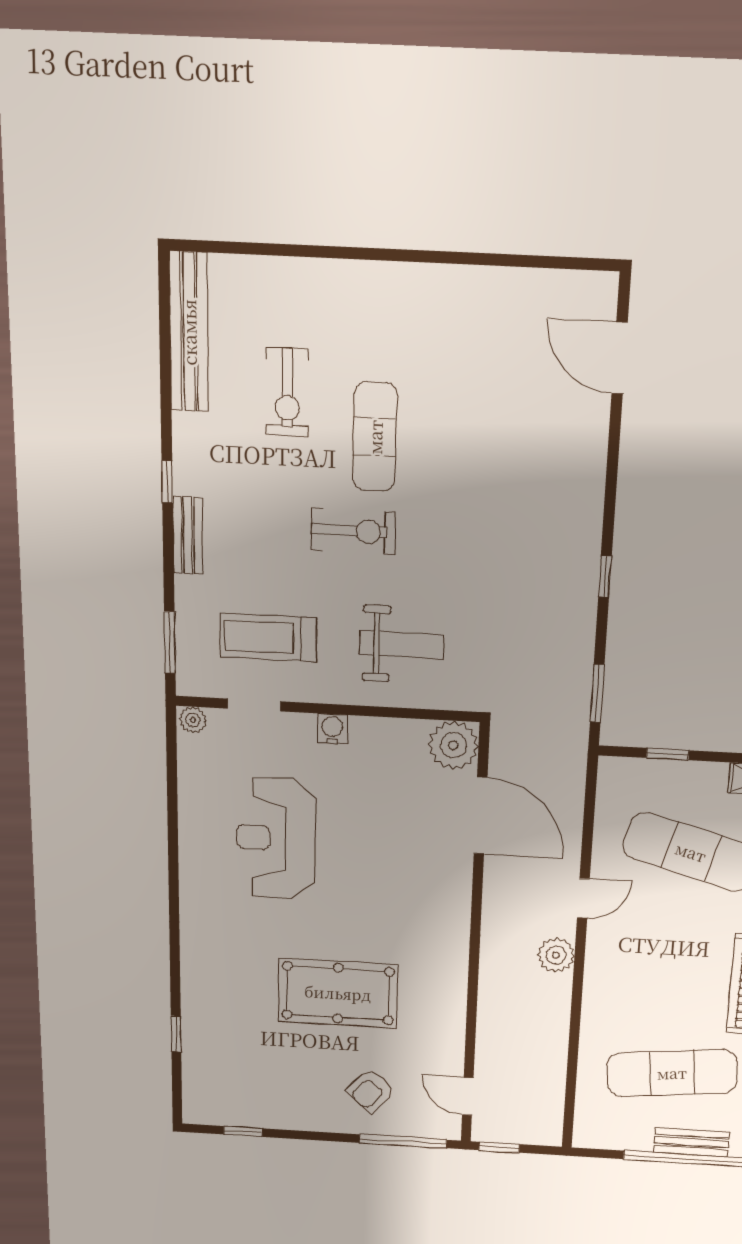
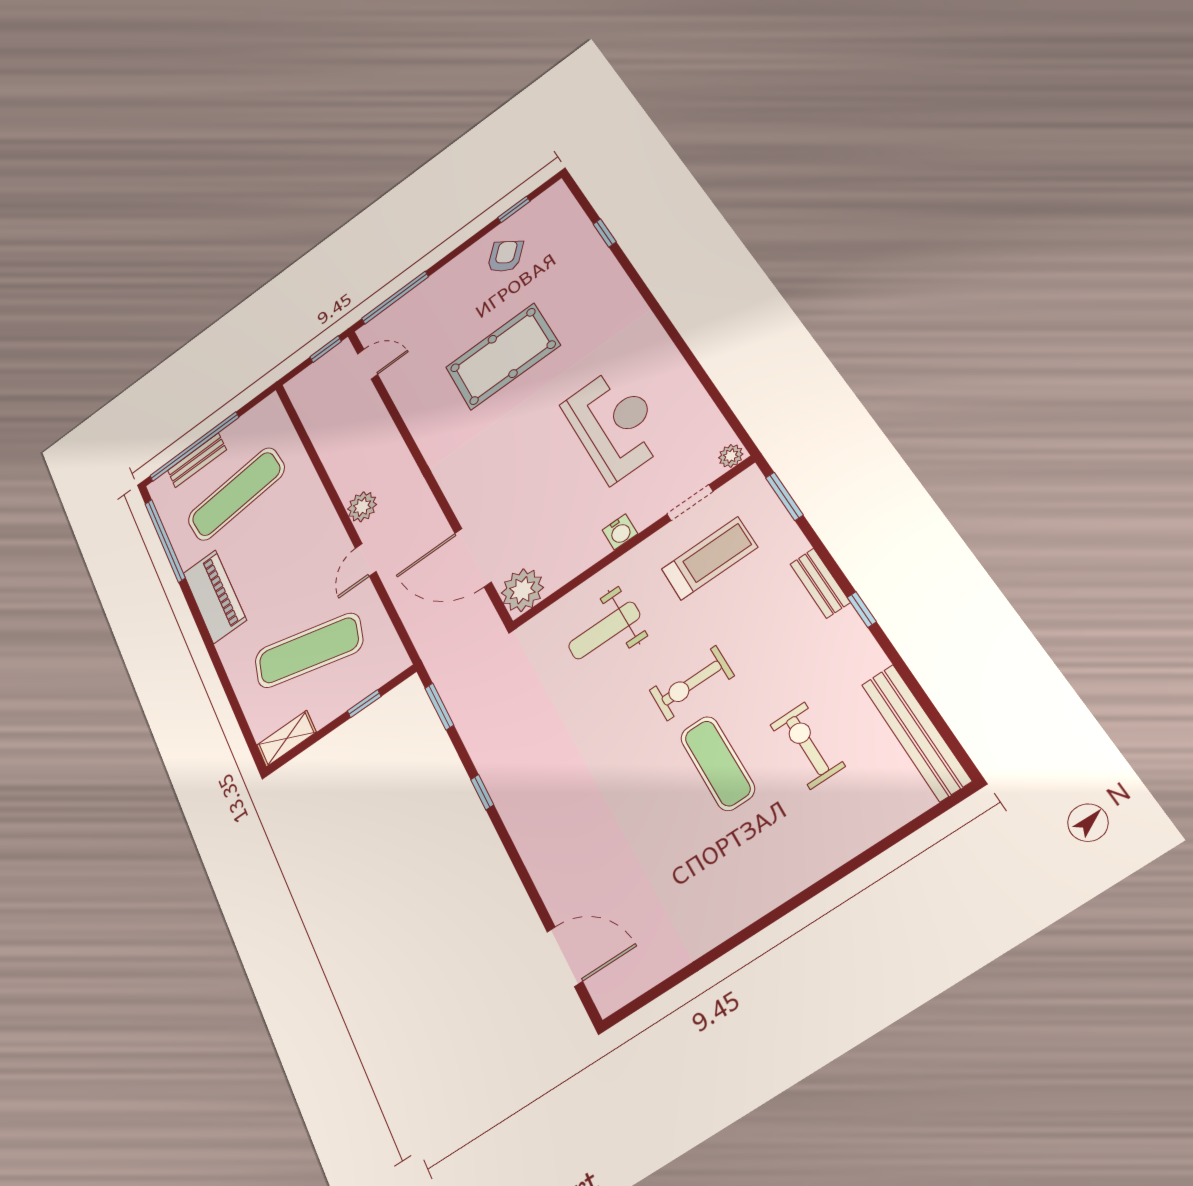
armchair: (371, 1090) -> (505, 256), moved

